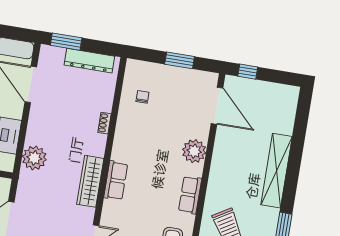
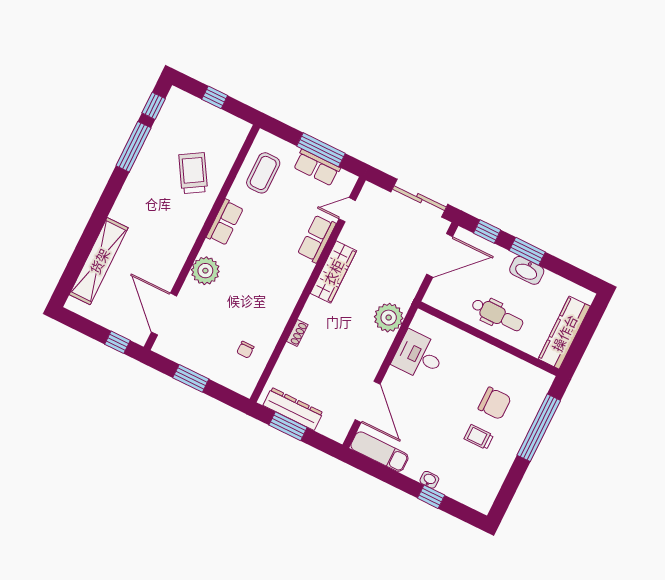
window: (66, 42) -> (288, 426), moved
shelving: (277, 171) -> (99, 261), moved
row of seats: (116, 180) -> (317, 239), moved

